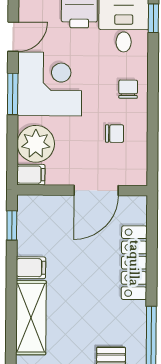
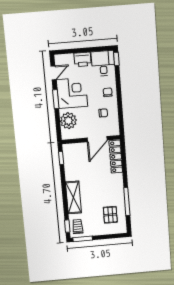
filing cabinet: (31, 175) -> (67, 135), removed
locker: (134, 263) -> (116, 157), moved
filing cabinet: (31, 268) -> (71, 176), removed

